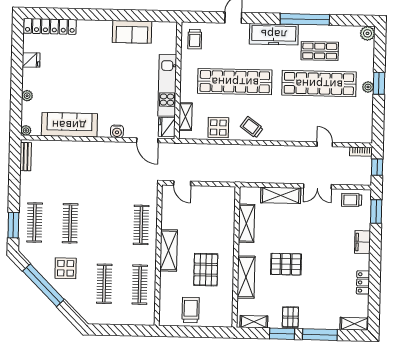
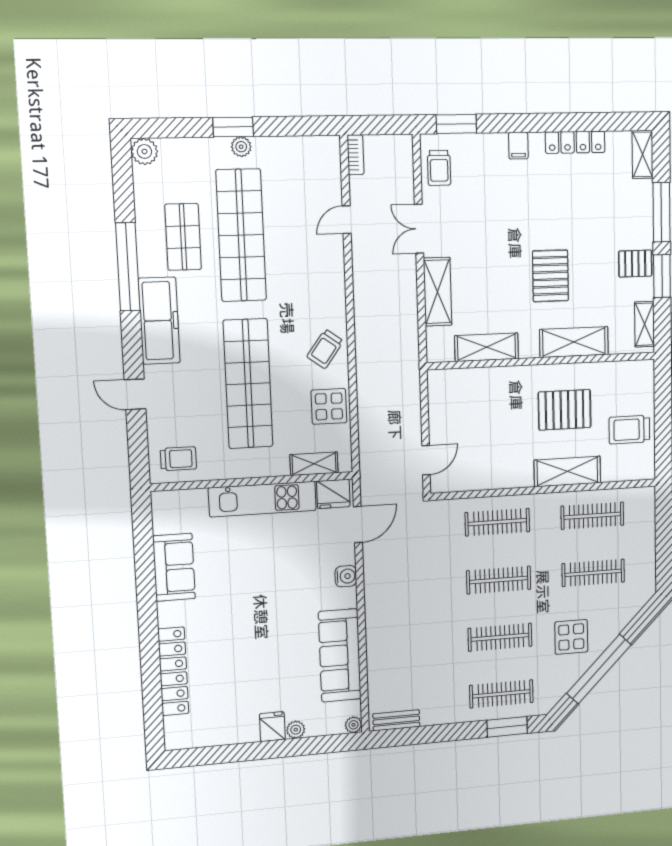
locker: (50, 26) -> (173, 671), moved
fridge: (31, 60) -> (272, 727), moved
window: (377, 167) -> (381, 125), removed
double door: (317, 186) -> (419, 229), swing flipped
clothes rail: (106, 224) -> (499, 580), added
filing cabinet: (362, 242) -> (518, 146), width x0.50
shelving: (169, 250) -> (567, 471), moved
locker: (363, 282) -> (575, 142), width x1.53

